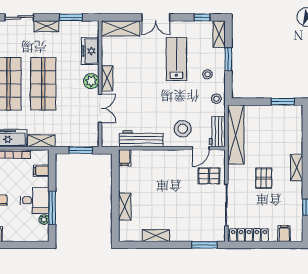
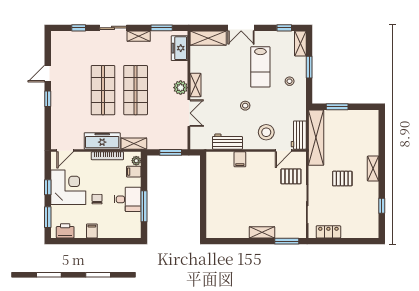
freezer: (90, 51) -> (180, 48), moved
lab bench: (176, 59) -> (260, 67), turned 180
stool: (216, 99) -> (245, 106), moved
window: (283, 102) -> (337, 107), moved
workbench: (141, 139) -> (227, 142), width x0.73
filing cabinet: (125, 158) -> (240, 159), moved
pallet: (264, 178) -> (342, 179), turned 90
shelving: (125, 207) -> (212, 205), removed
plant: (44, 220) -> (136, 161), moved
filing cabinet: (284, 234) -> (361, 231), removed
locker: (249, 235) -> (328, 232), width x0.66
shelving: (156, 236) -> (262, 232), moved

